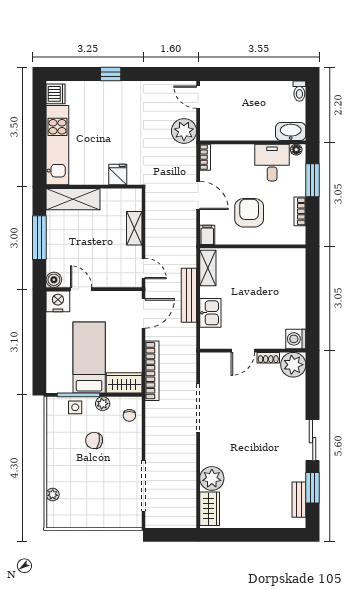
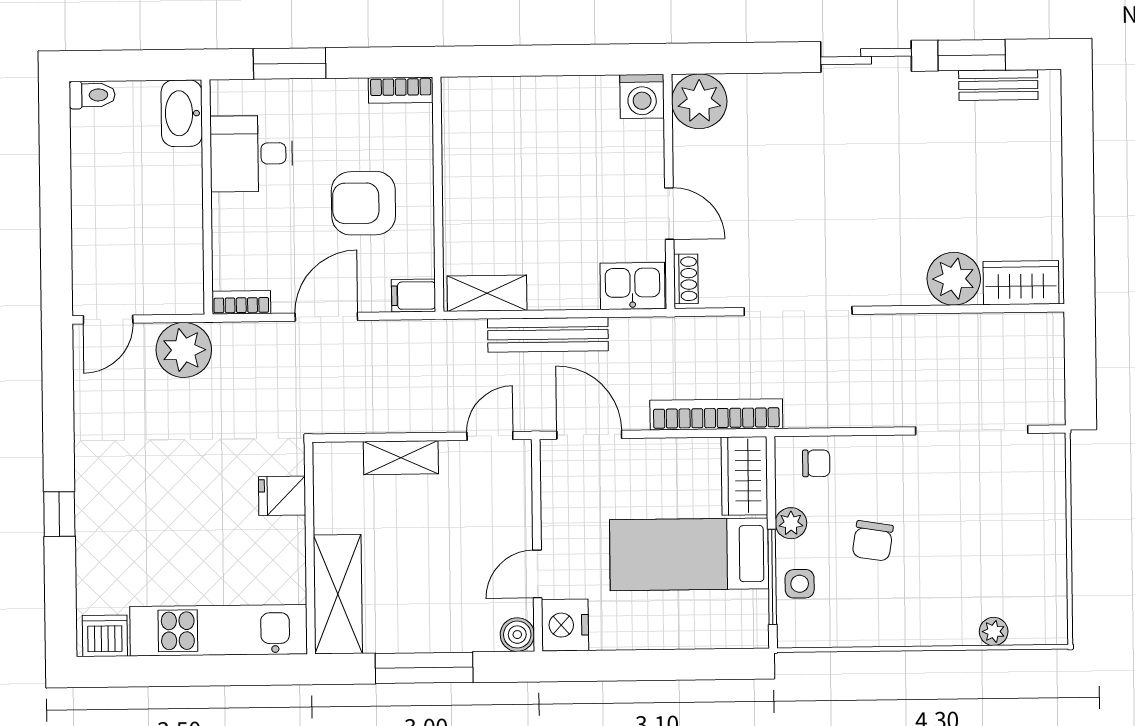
floor lamp: (296, 150) -> (222, 100), removed
bookcase: (300, 211) -> (401, 90), moved
kitchen sink: (210, 313) -> (632, 286), moved
shoe rack: (268, 358) -> (686, 279), moved

